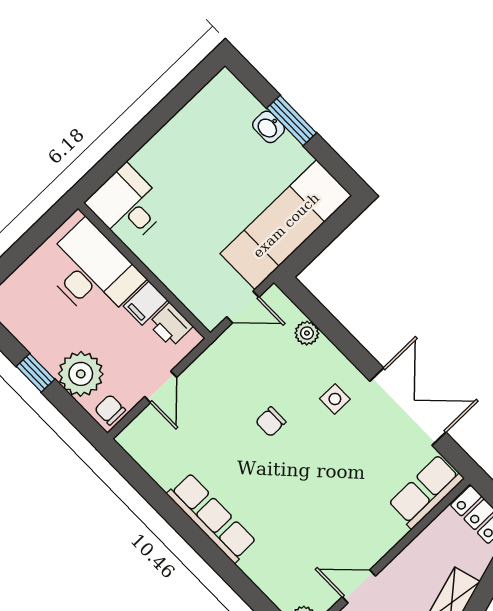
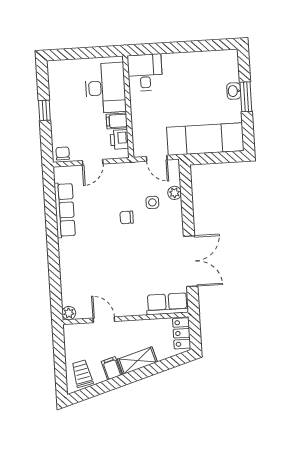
plant: (81, 374) -> (63, 127), removed
side table: (335, 399) -> (152, 202), moved
row of seats: (212, 518) -> (65, 210), moved

